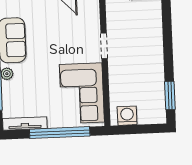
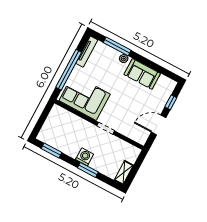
window: (167, 37) -> (88, 170), added
washing machine: (127, 116) -> (85, 157), moved, turned -90

